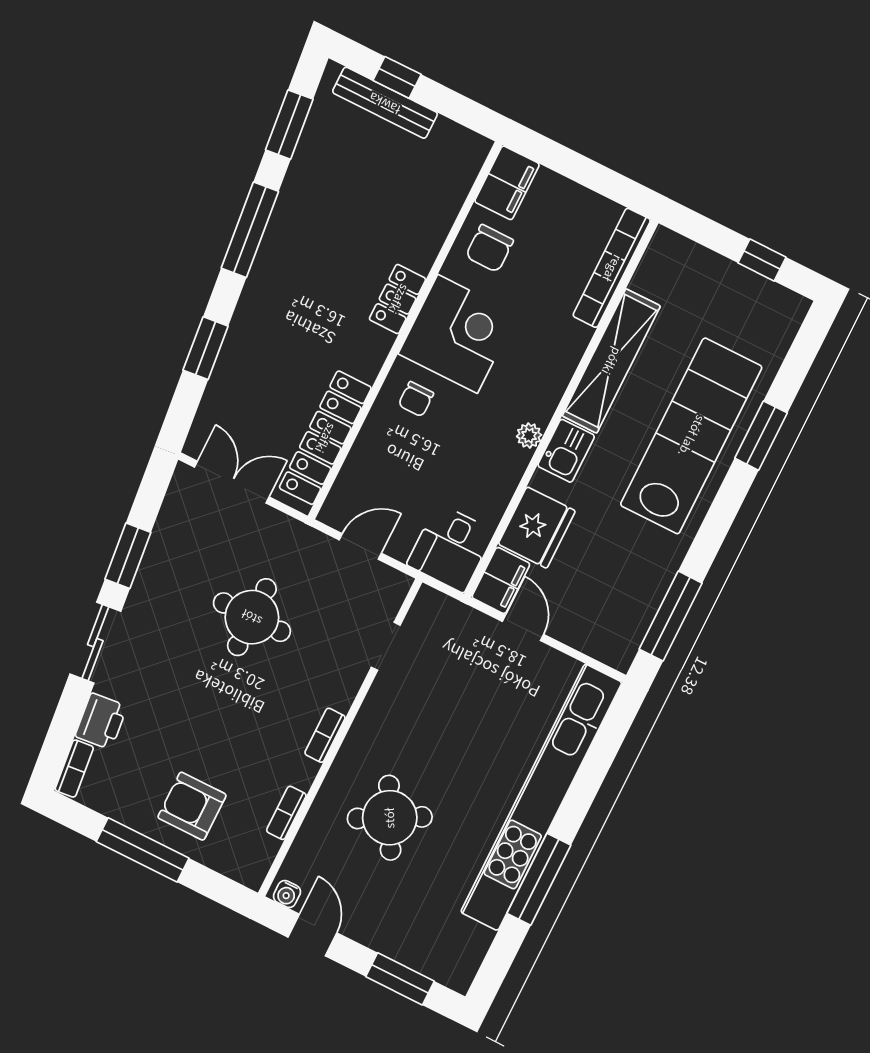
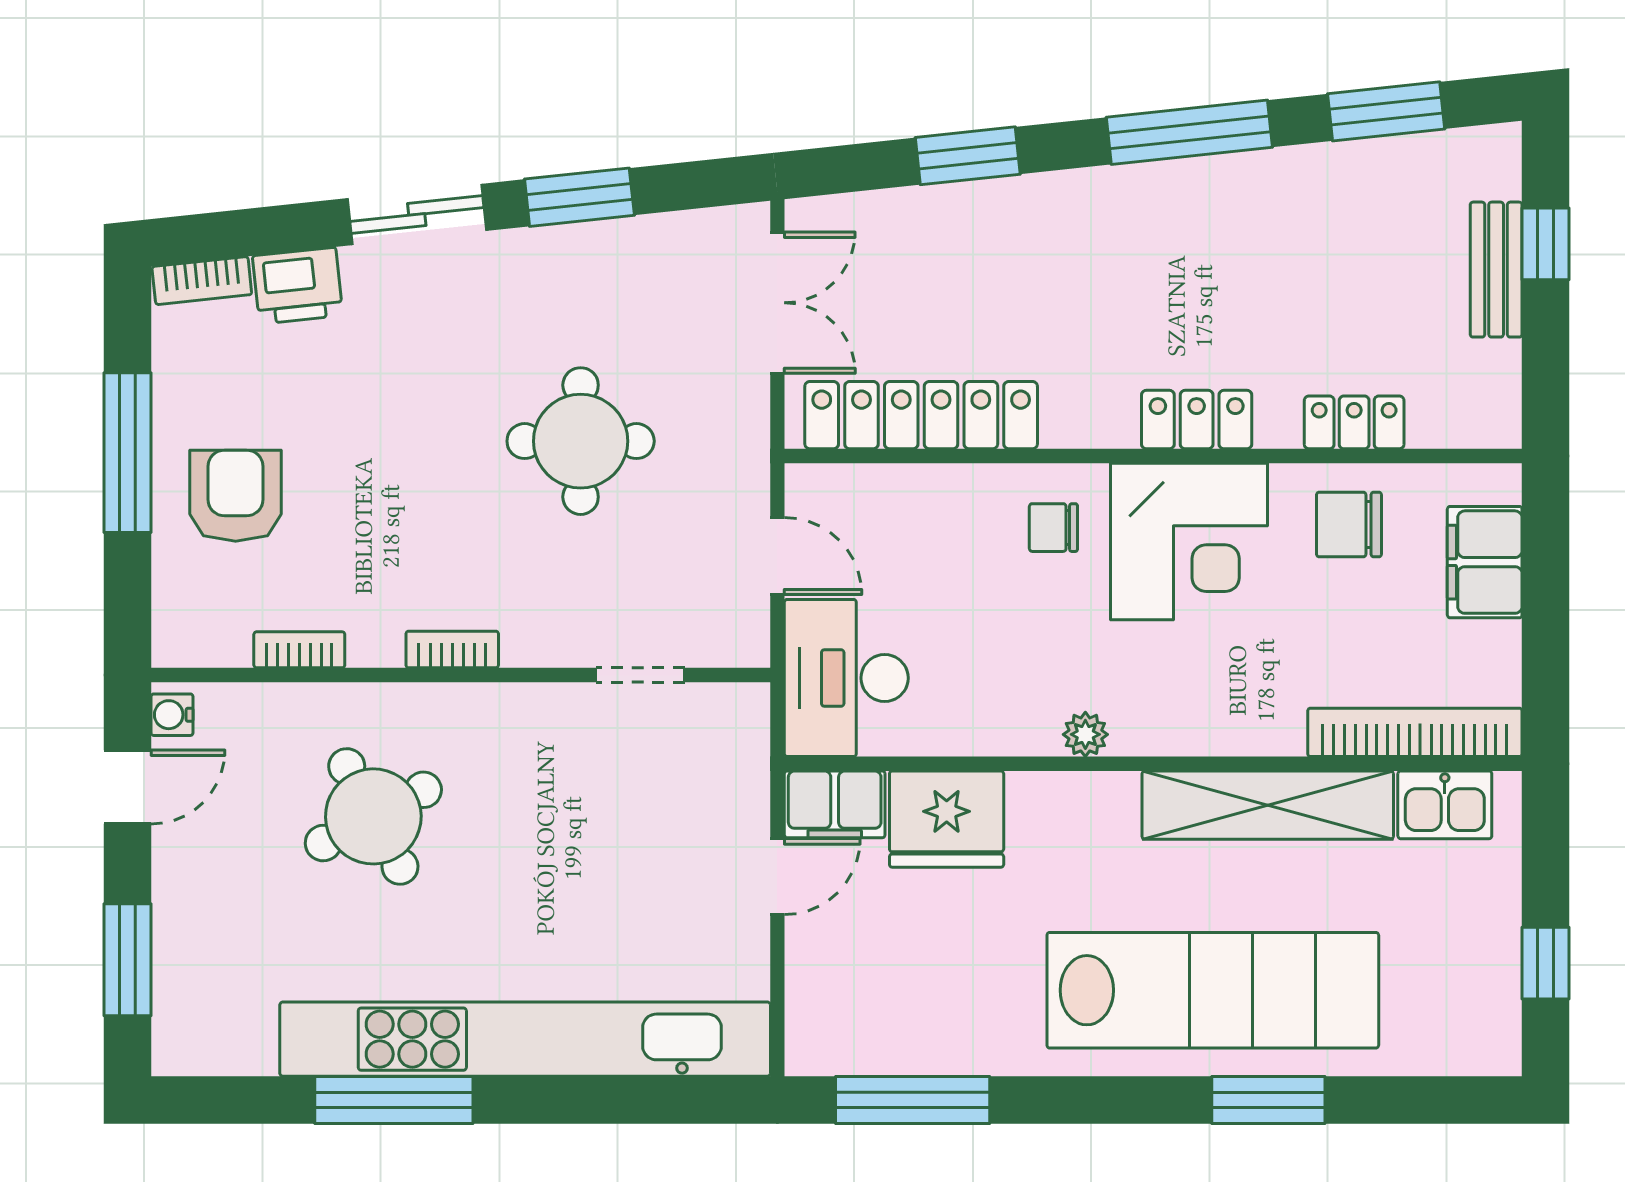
bench: (385, 103) -> (1496, 270), width x0.73
filing cabinet: (507, 183) -> (1485, 562), moved, turned 90
locker: (439, 220) -> (1354, 422), added
kitchen sink: (566, 451) -> (1445, 805), moved
desk: (451, 548) -> (846, 678), width x1.37

